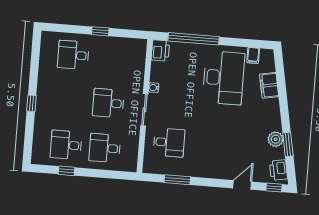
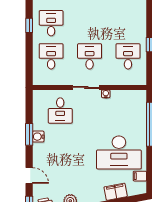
printer: (160, 50) -> (138, 97), removed
desk: (73, 55) -> (128, 56), moved
water cooler: (197, 171) -> (38, 137), added
window: (177, 180) -> (29, 134), moved

